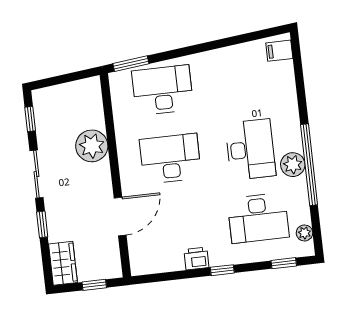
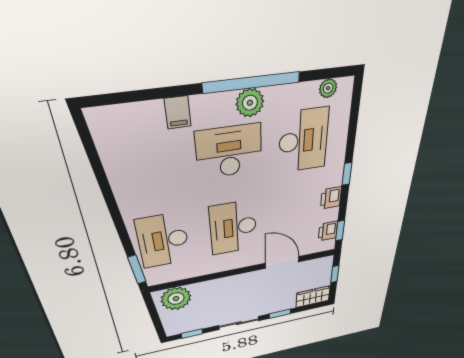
filing cabinet: (279, 51) -> (178, 112), moved
plant: (92, 146) -> (176, 299), moved
printer: (156, 263) -> (328, 231), added
window: (284, 263) -> (340, 231), moved

